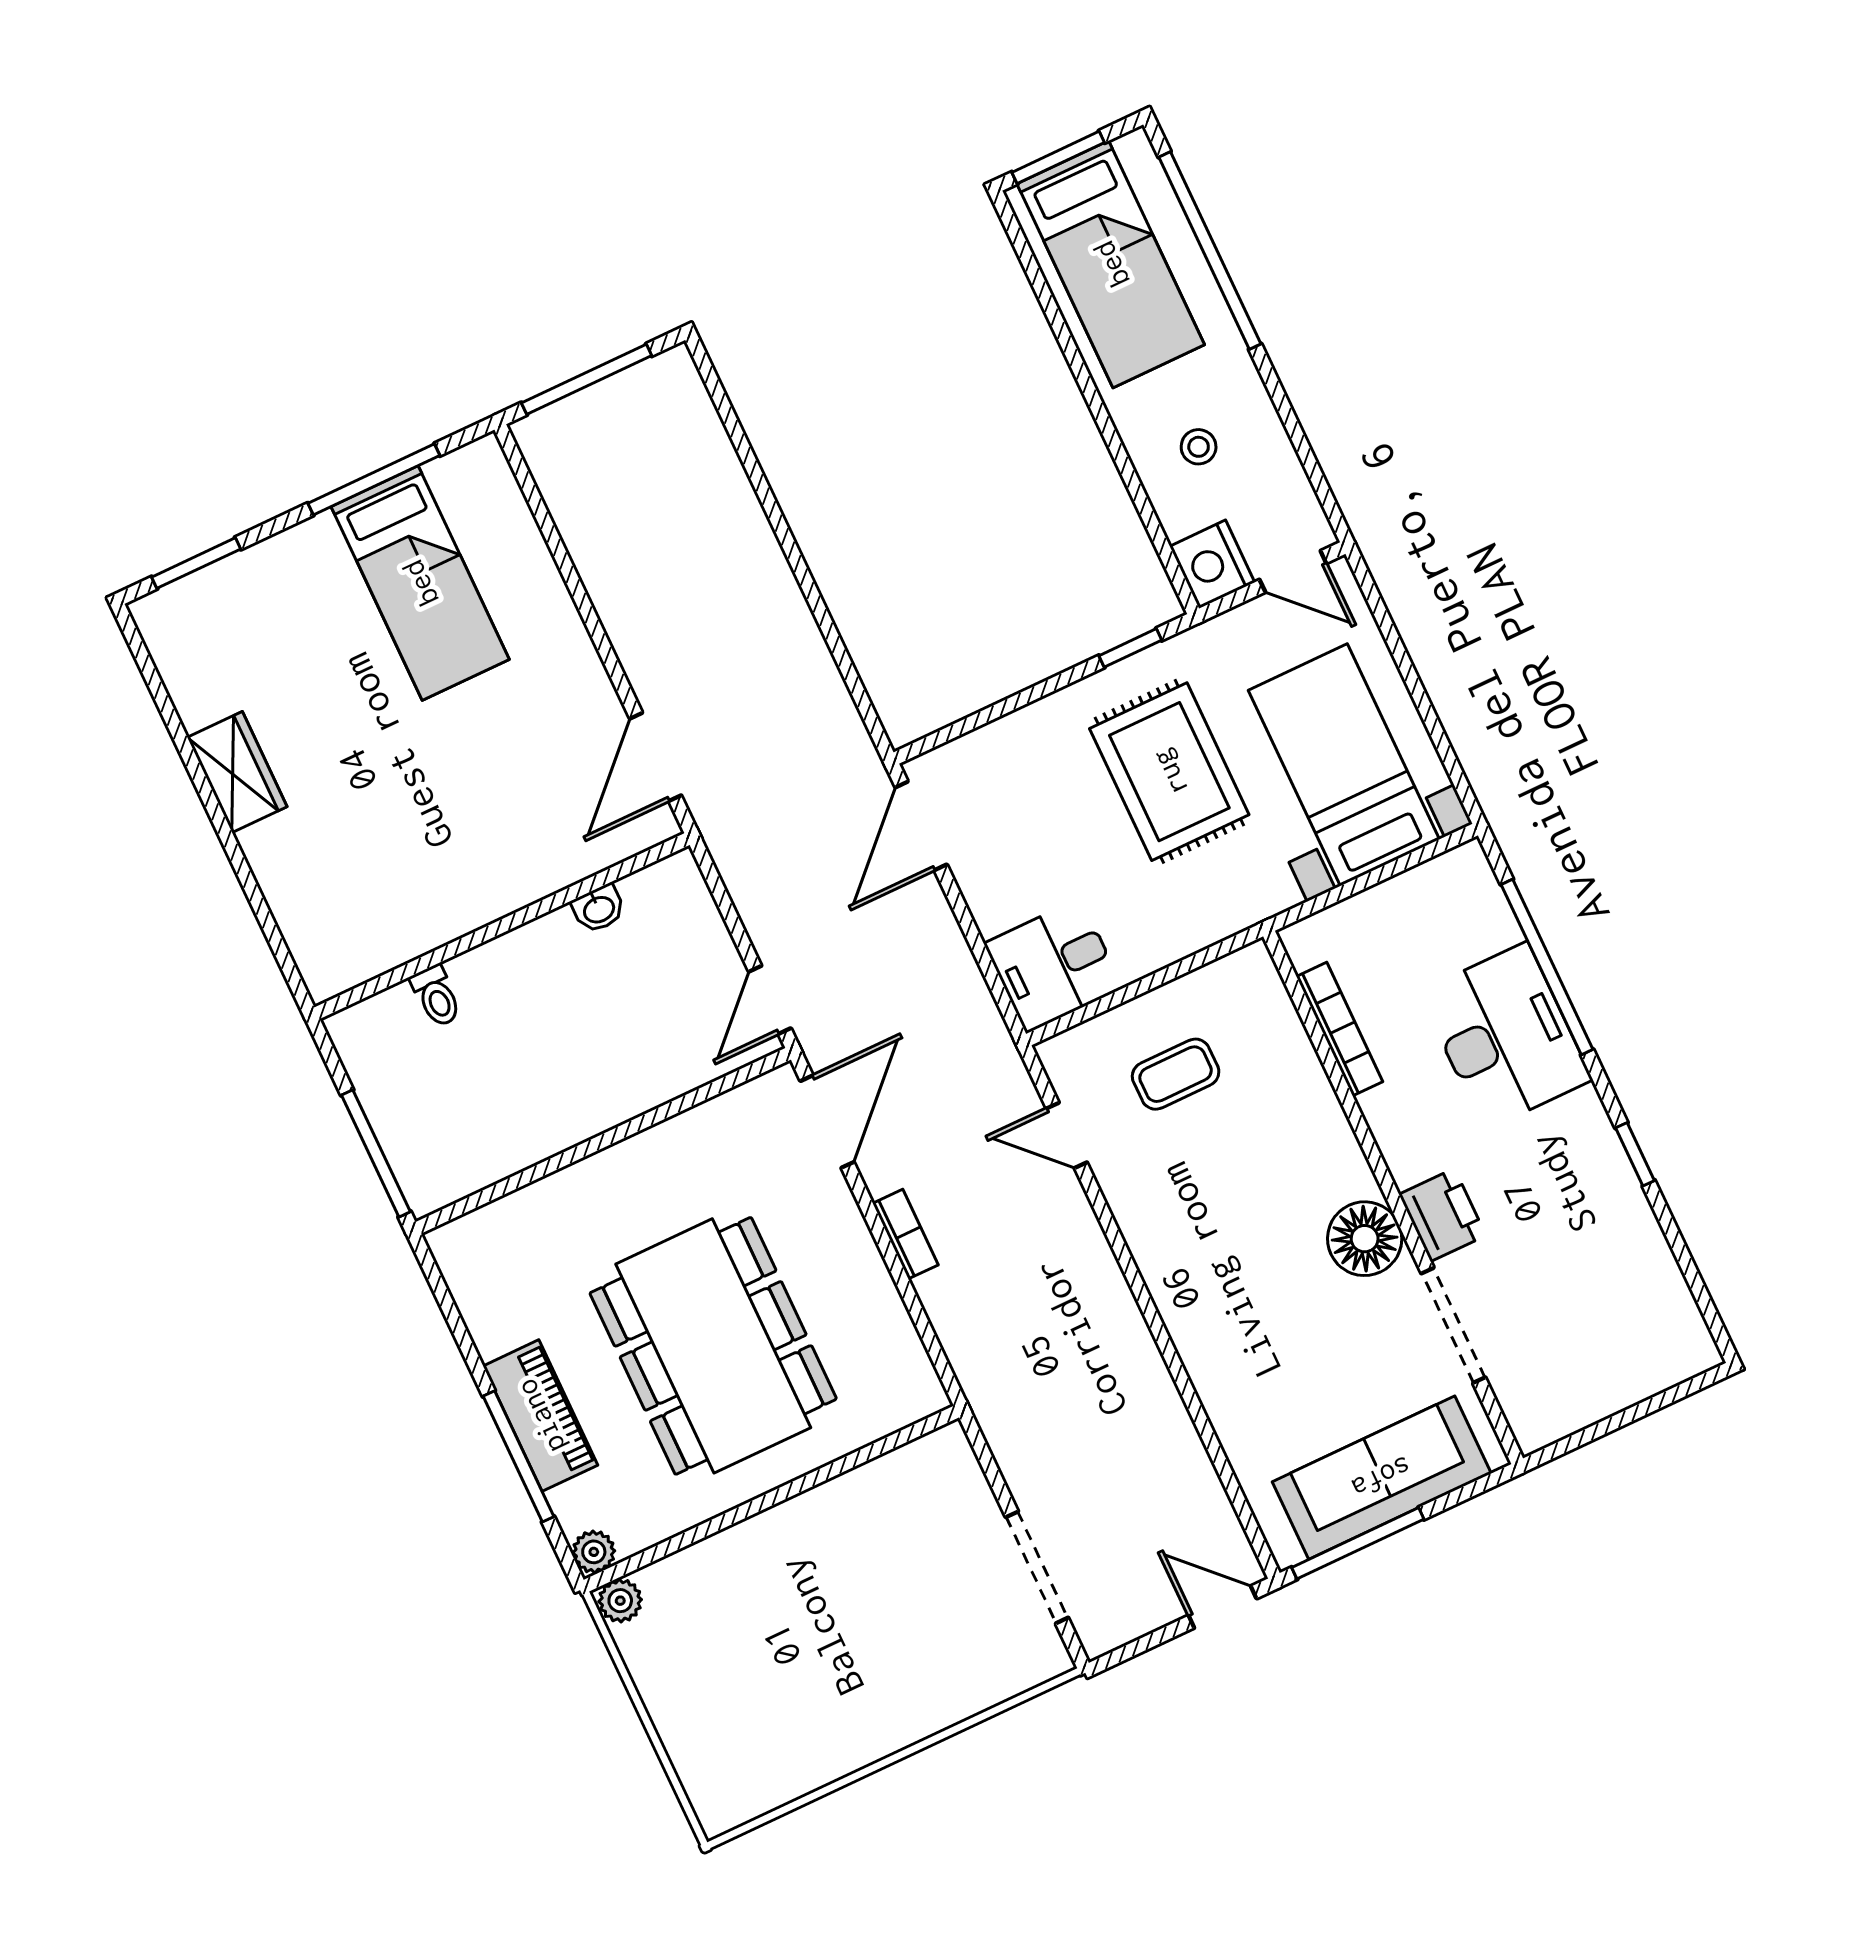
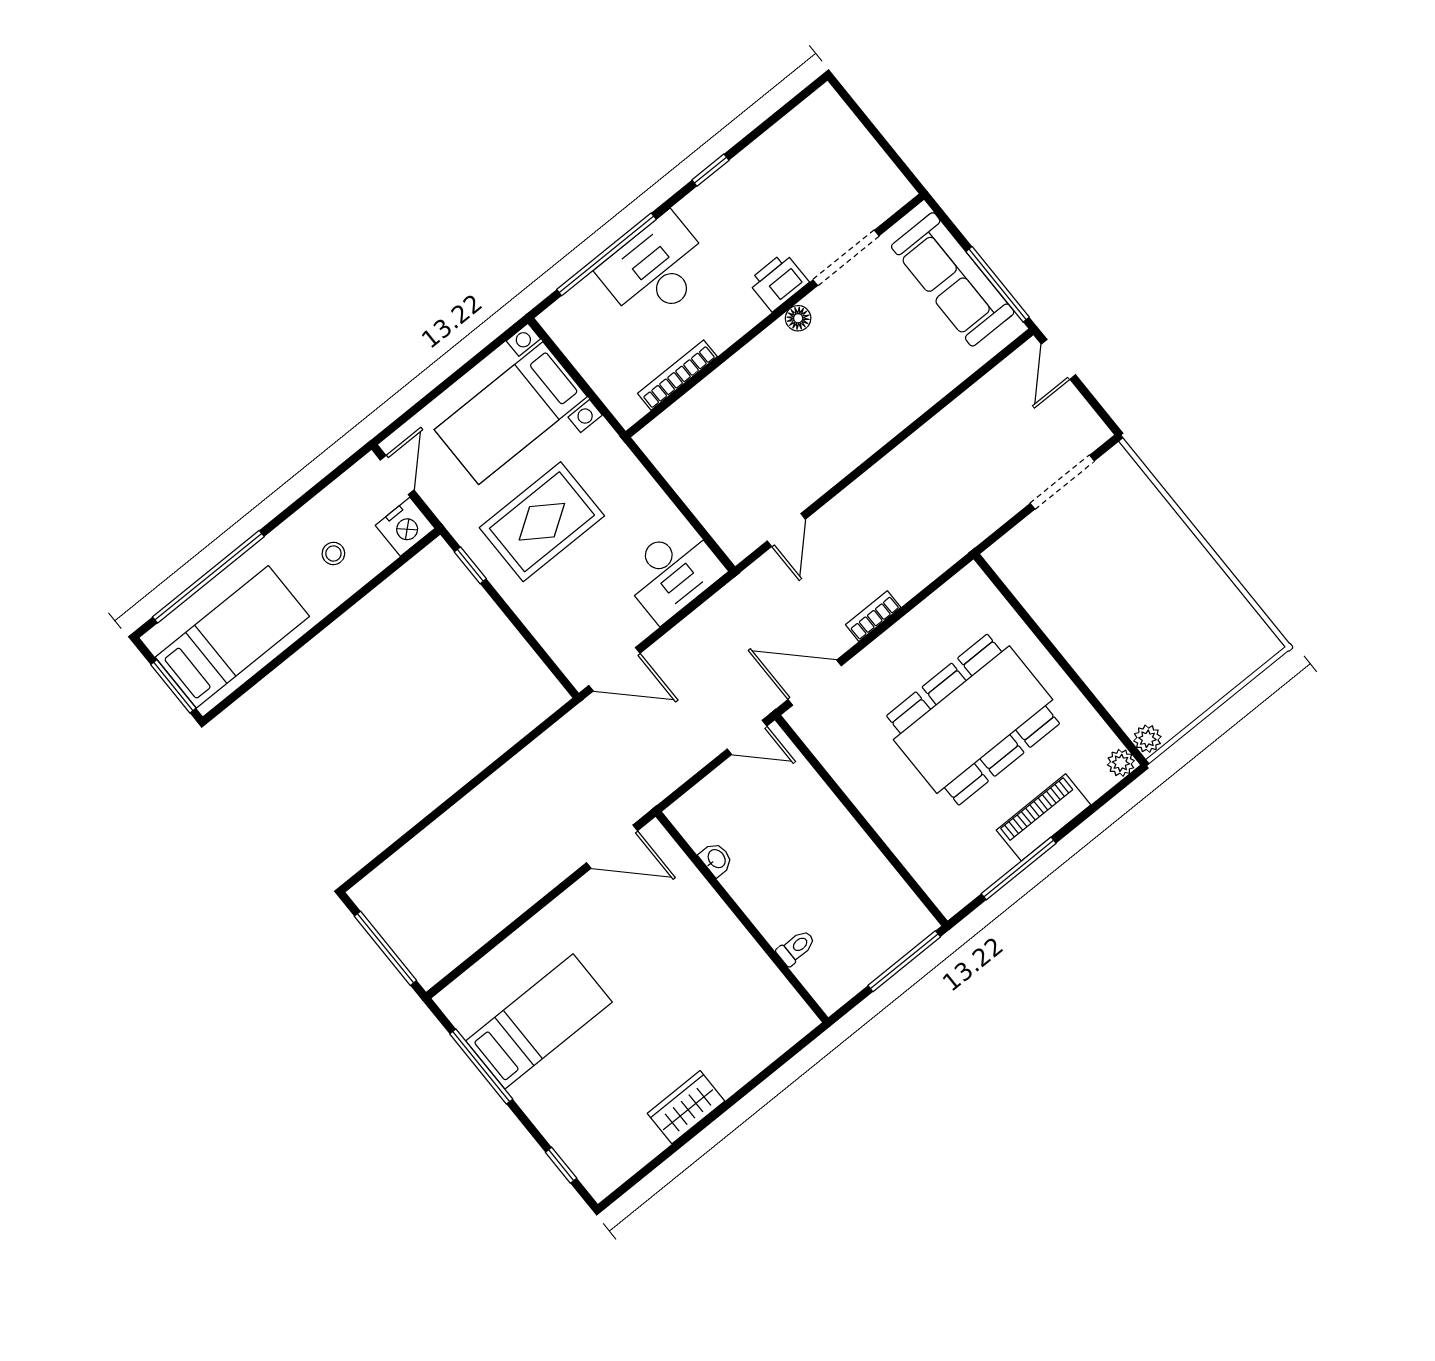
window: (196, 563) -> (561, 1165), width x0.67
desk: (1054, 966) -> (672, 572), width x1.37
coffee table: (1176, 1074) -> (731, 471), removed
floor lamp: (1365, 1239) -> (798, 318), width x0.53, depth x0.53
window: (518, 1456) -> (1019, 868), moved

